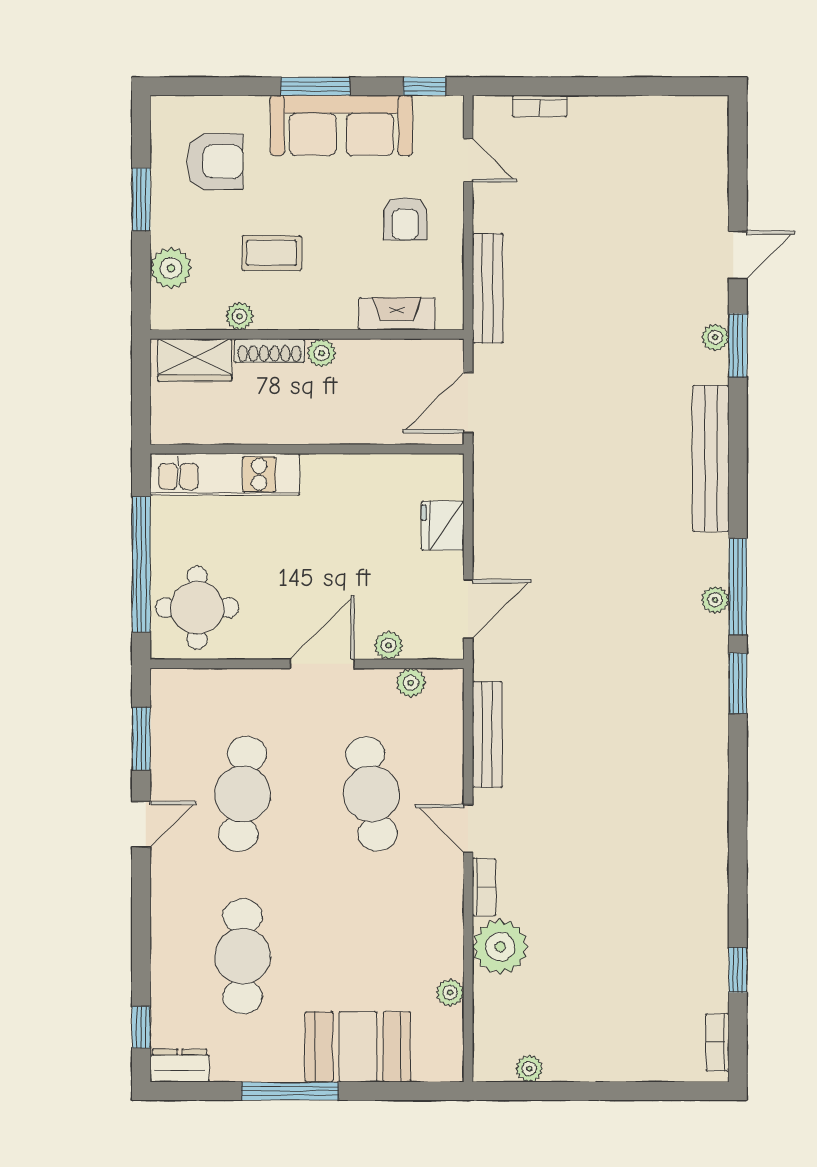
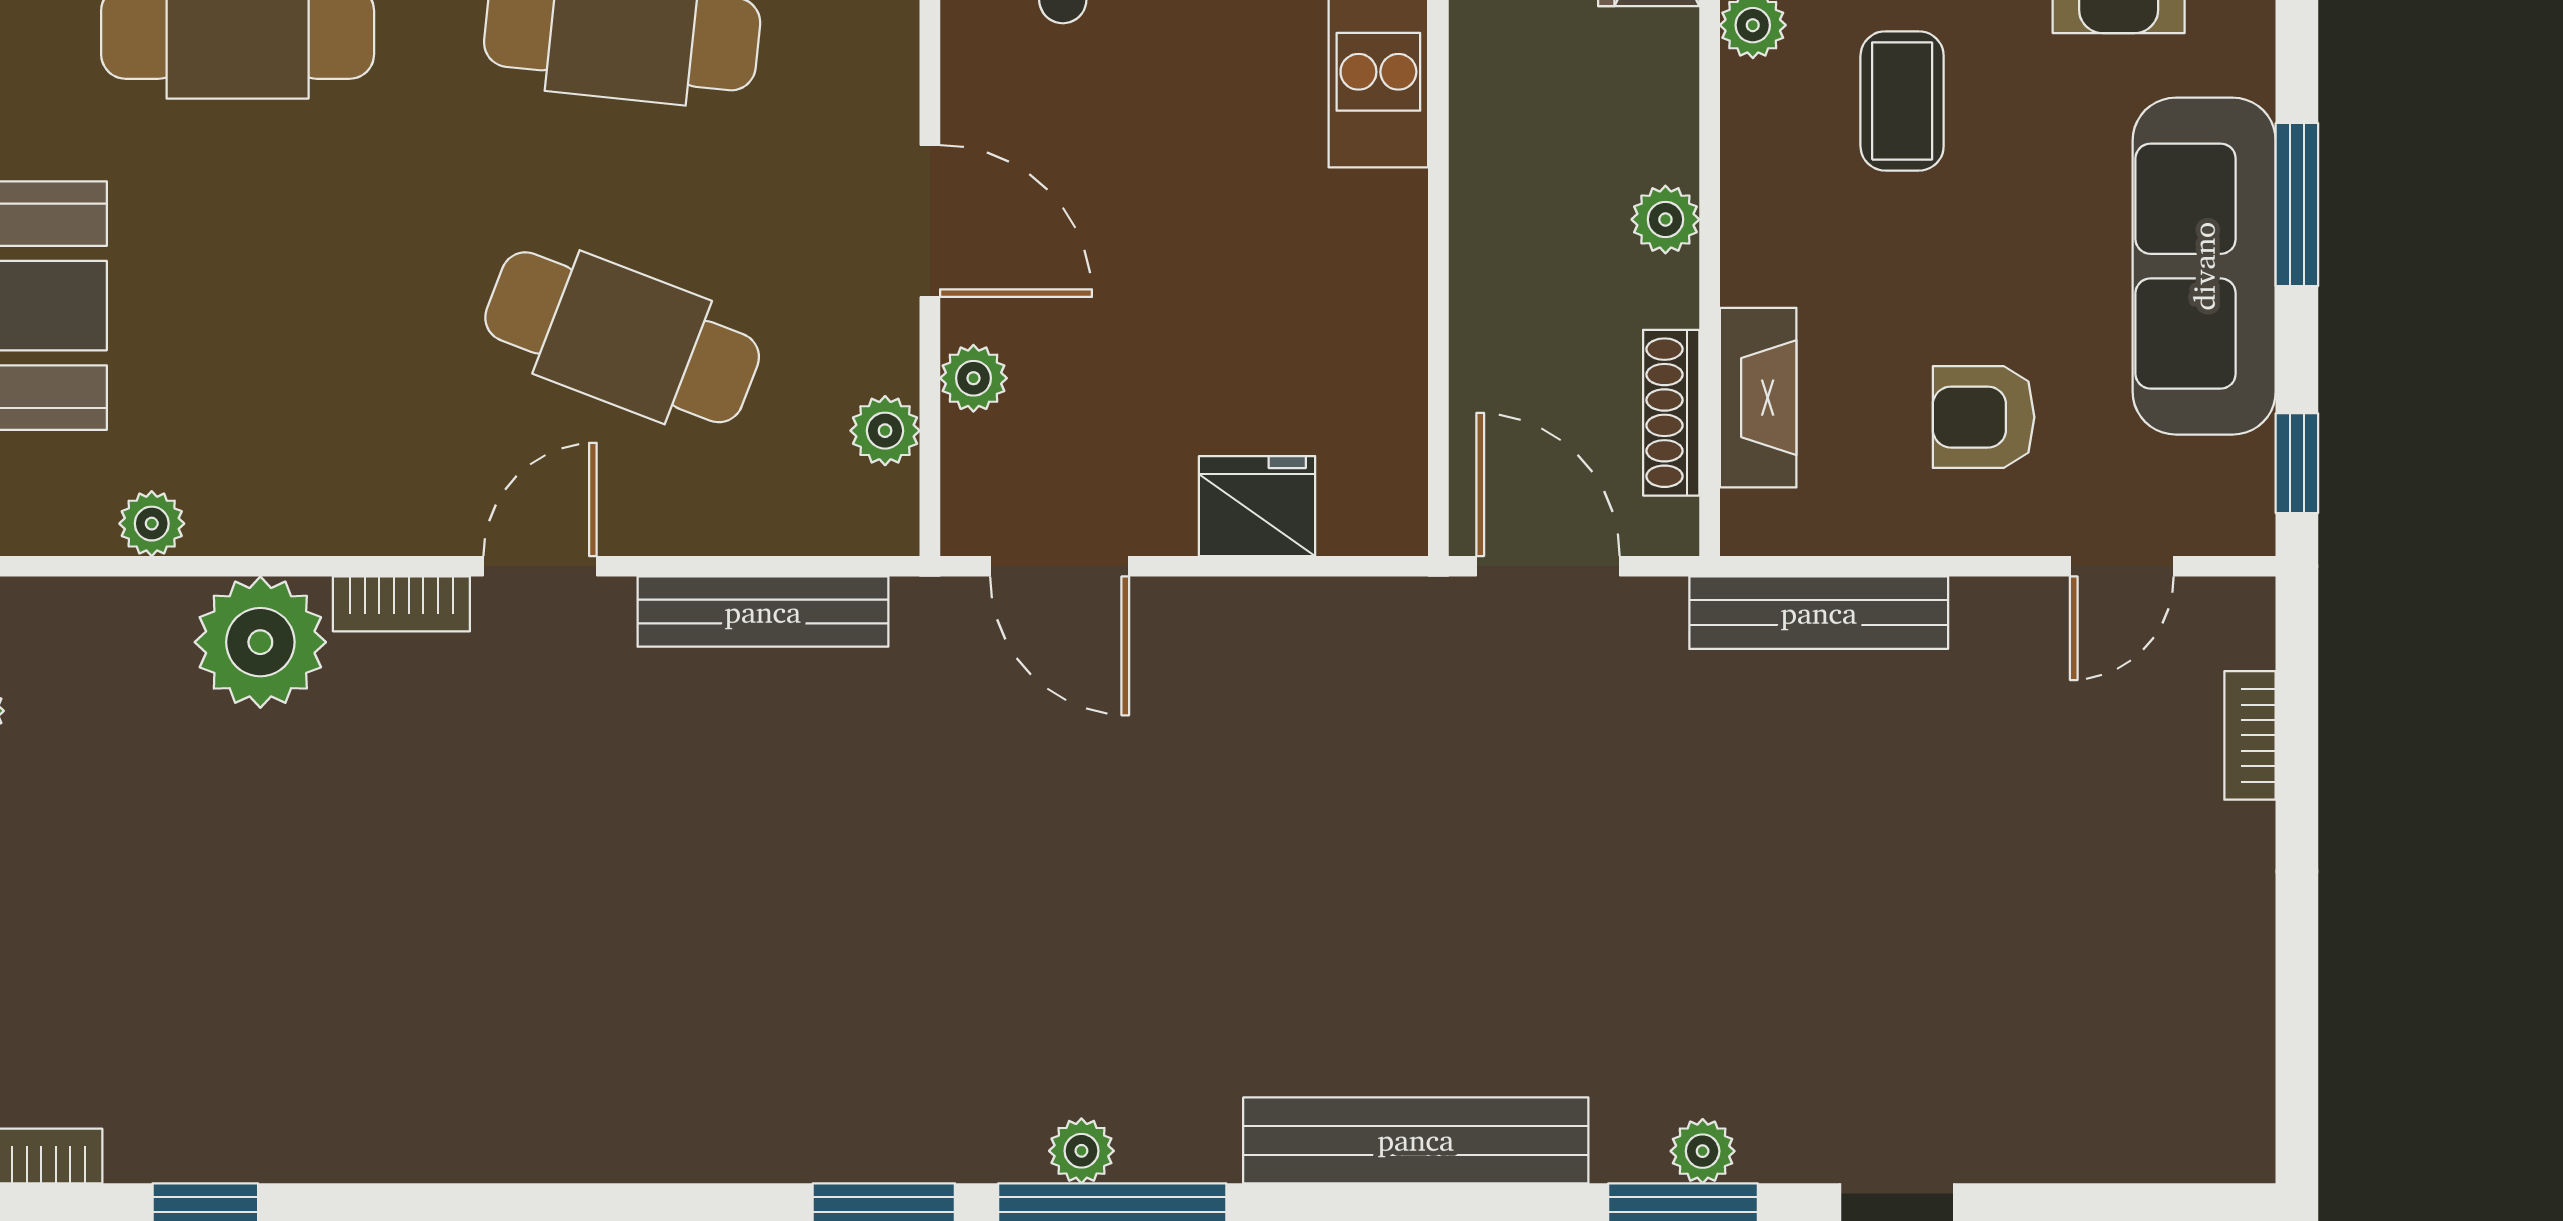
shoe rack: (269, 351) -> (1671, 413), moved
cafe table: (371, 794) -> (622, 337), turned 30

